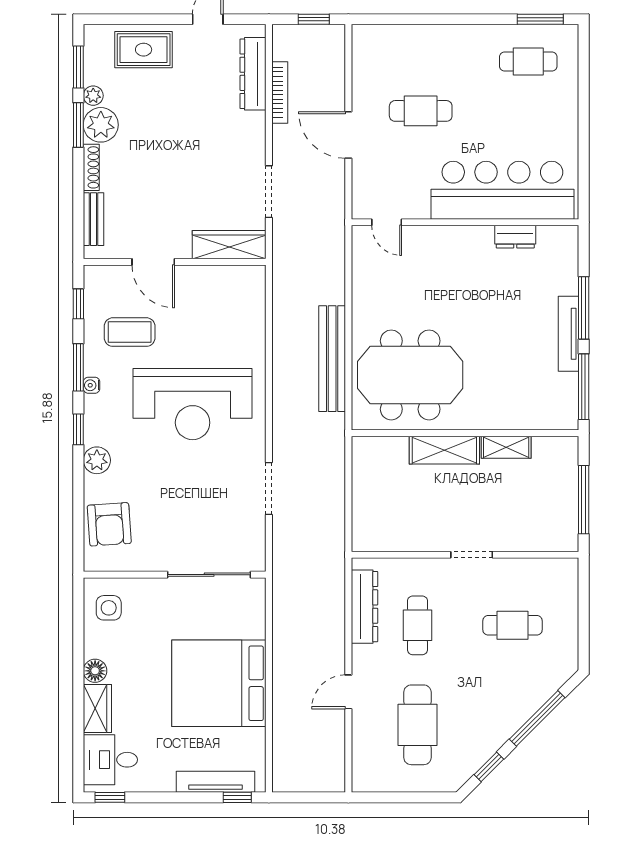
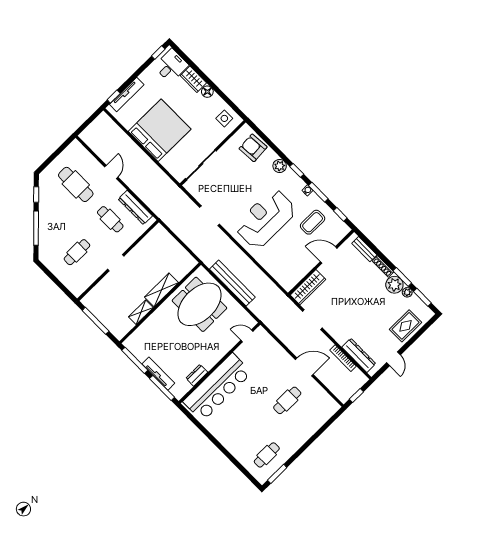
bar counter: (502, 190) -> (217, 387), moved
door: (387, 222) -> (247, 336), moved
wall: (465, 222) -> (219, 363), moved
dresser: (515, 237) -> (197, 375), moved

